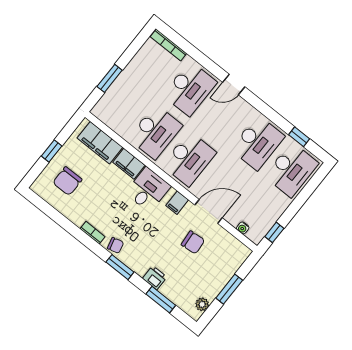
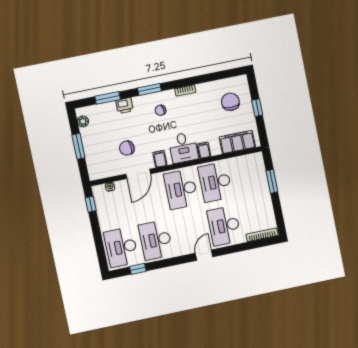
filing cabinet: (129, 164) -> (204, 150), width x0.50
chair: (116, 245) -> (160, 110), moved

